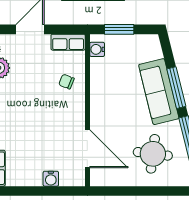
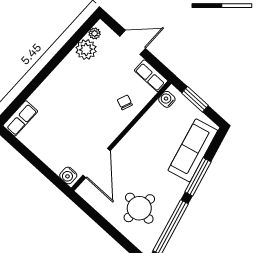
sofa: (159, 92) -> (193, 150), moved
water cooler: (51, 179) -> (68, 175), moved

